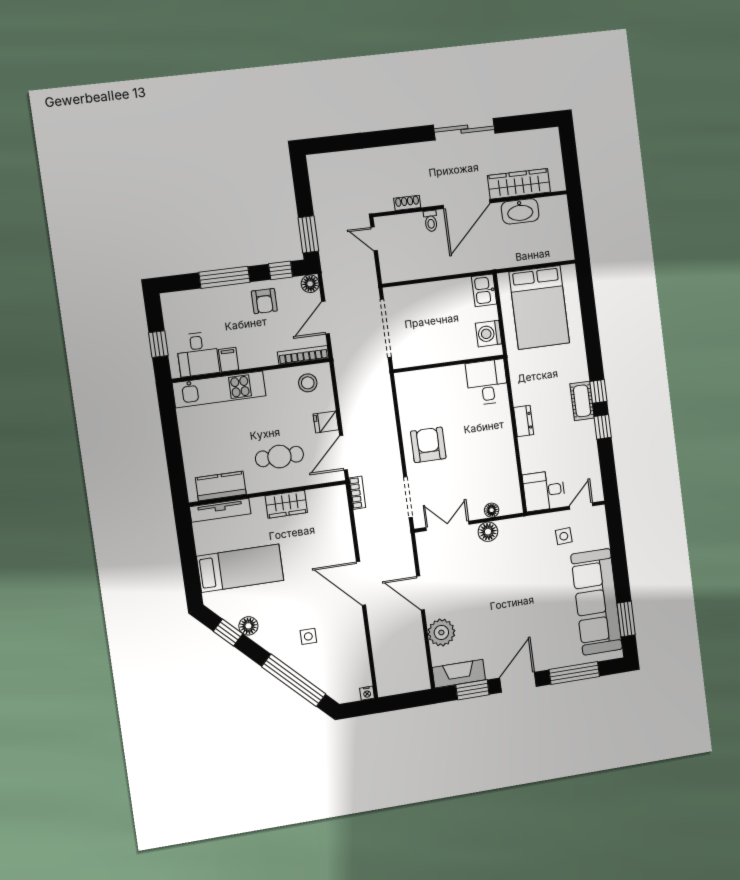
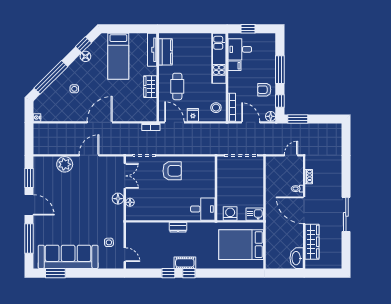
washbasin: (520, 211) -> (297, 258), moved
desk: (544, 491) -> (137, 234), removed
fireplace: (459, 674) -> (39, 171), removed

